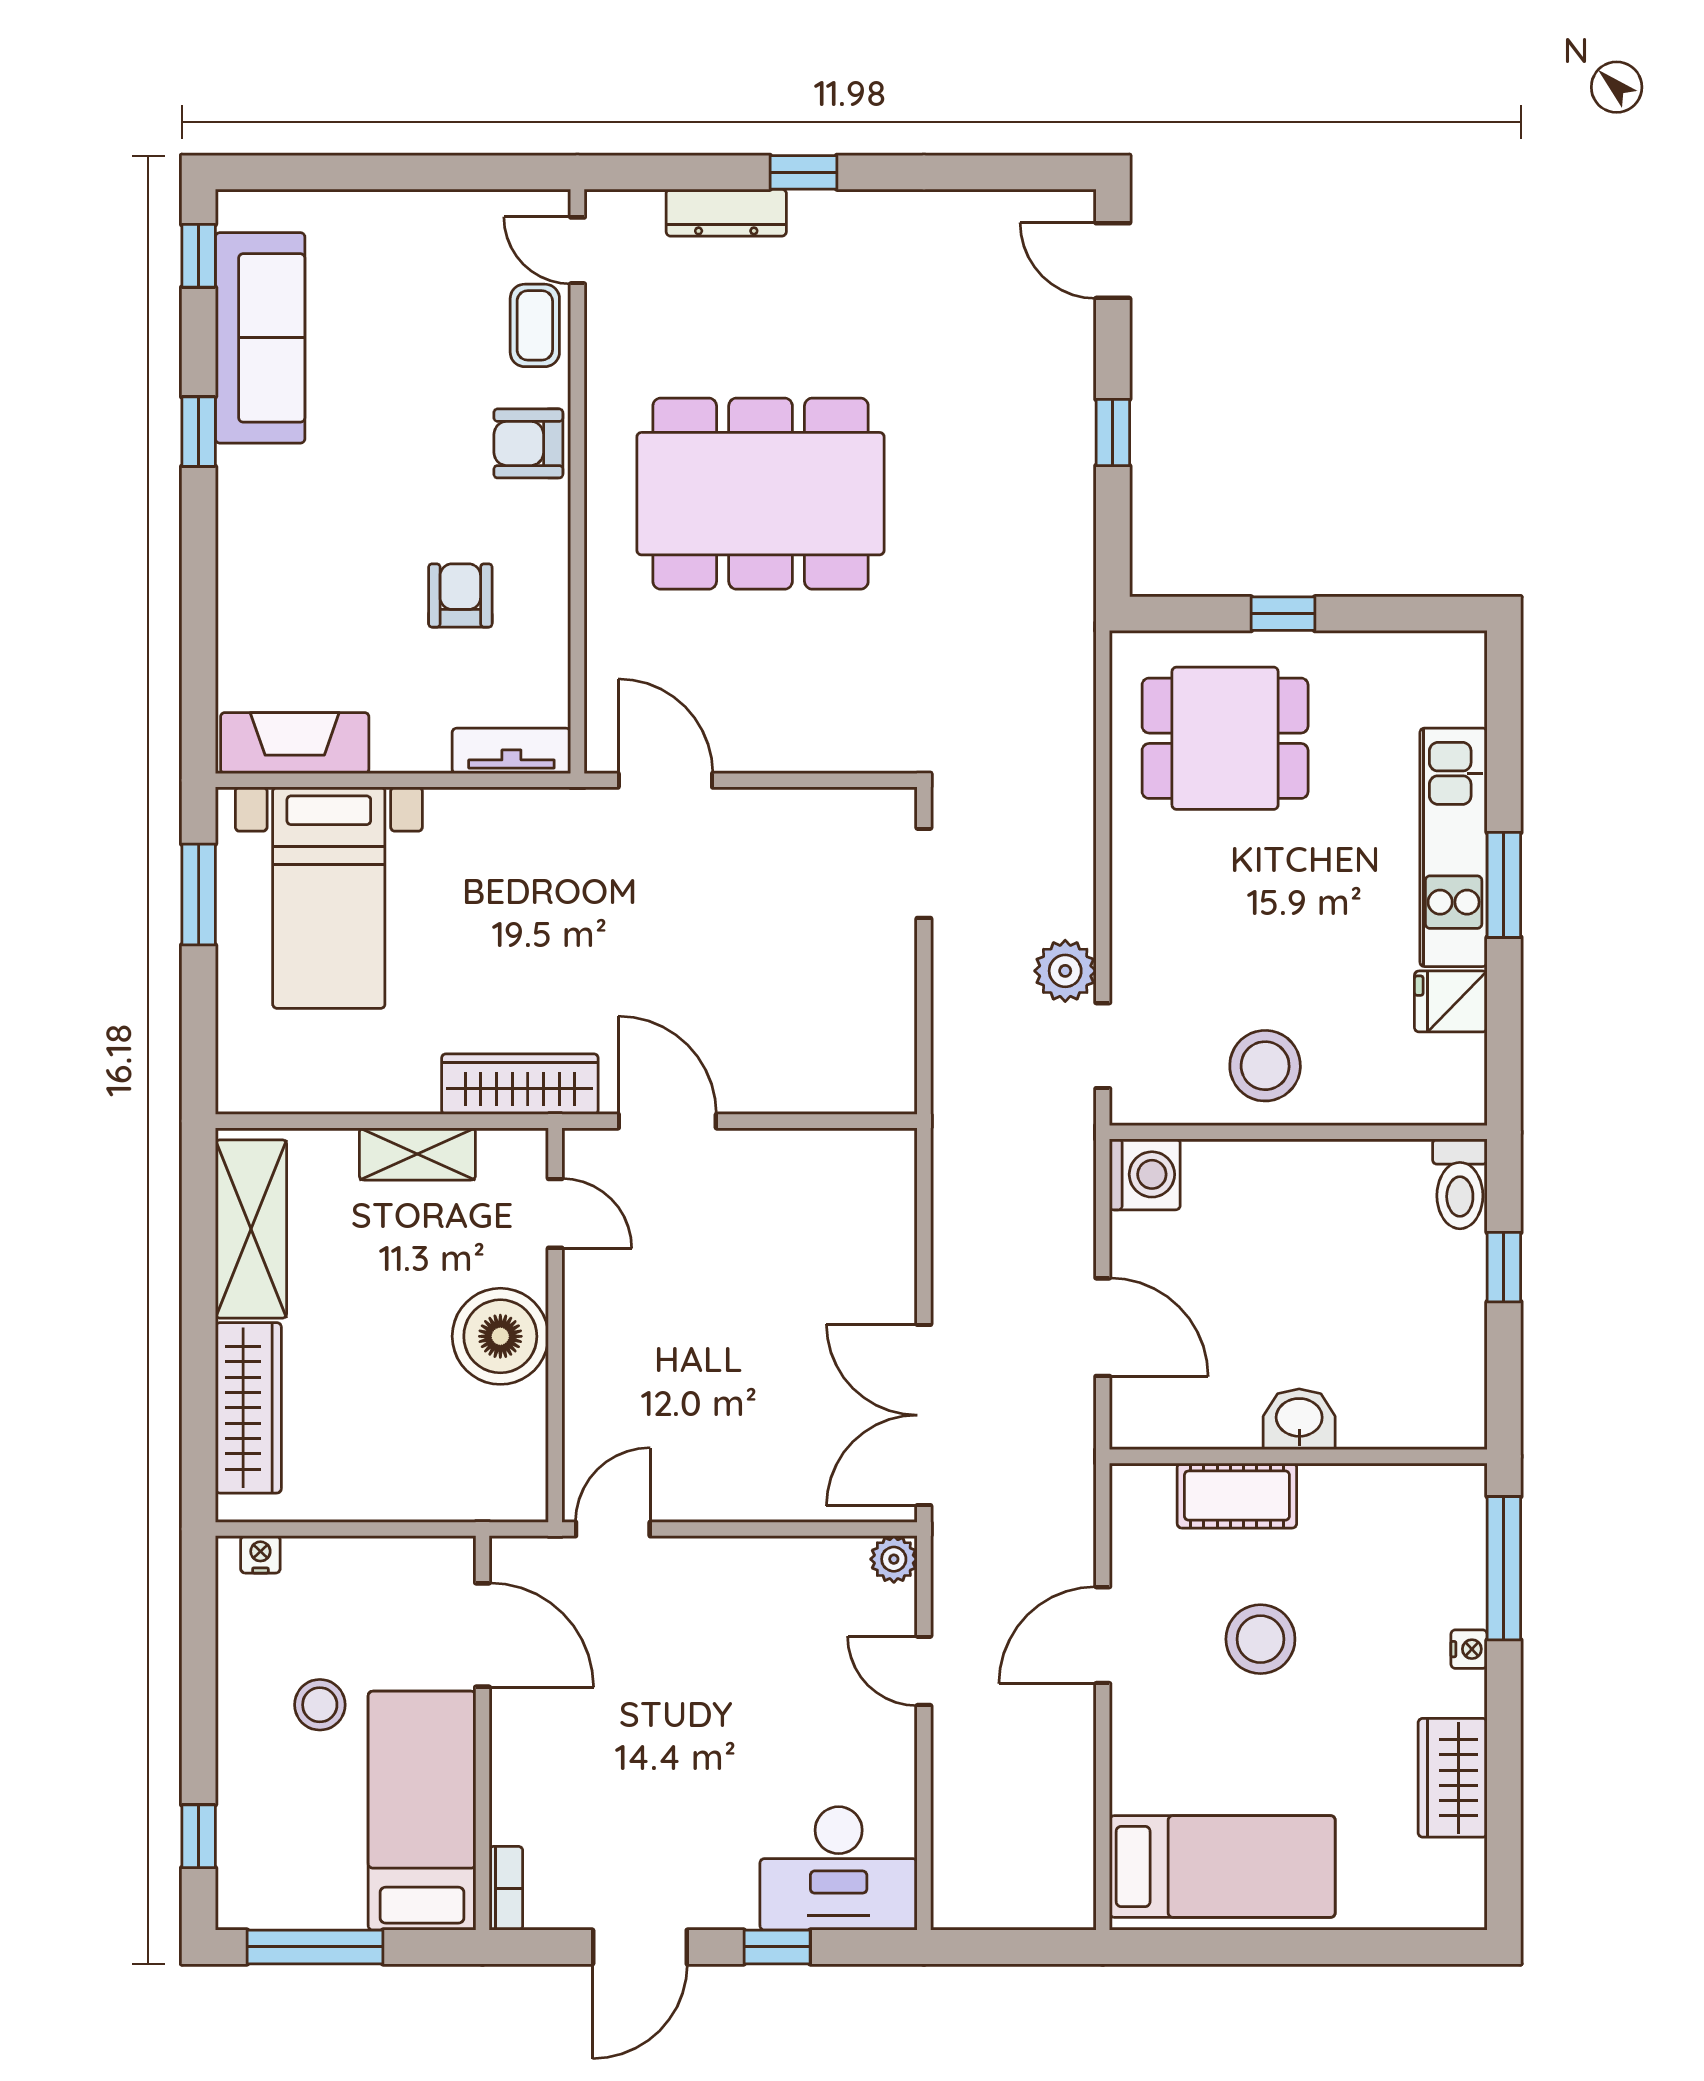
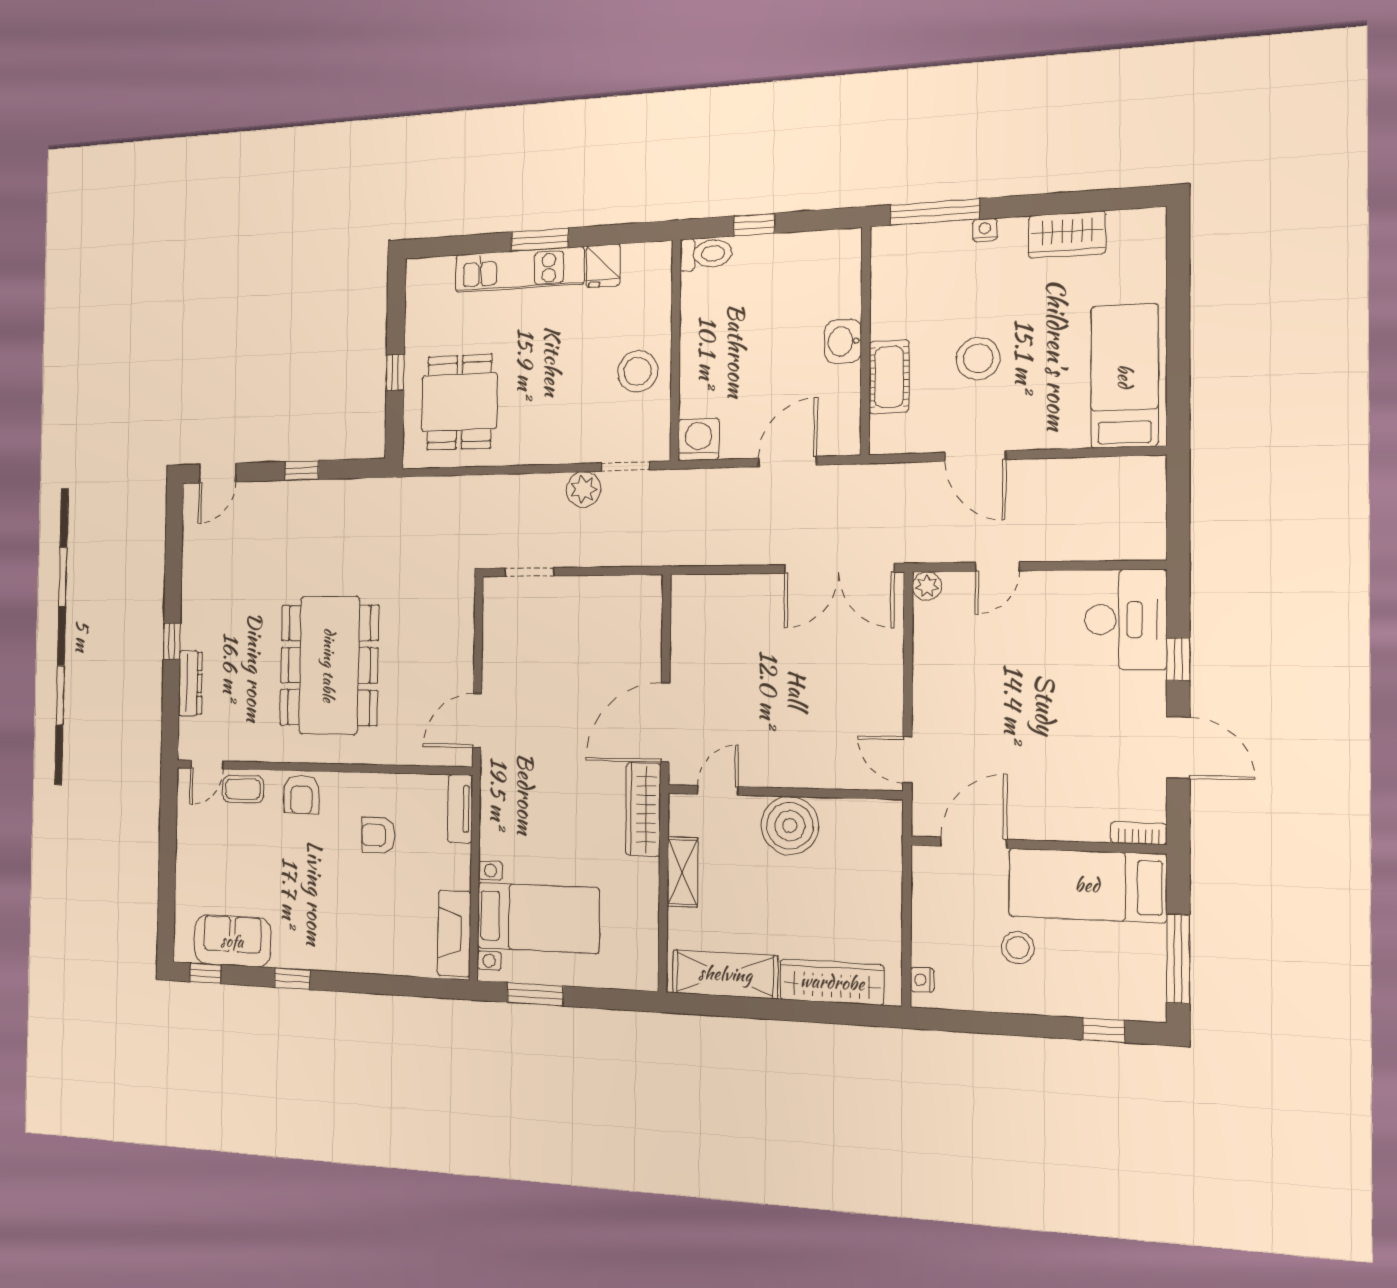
sofa: (260, 338) -> (232, 941), width x0.73
door: (667, 1121) -> (665, 722), width x1.36

